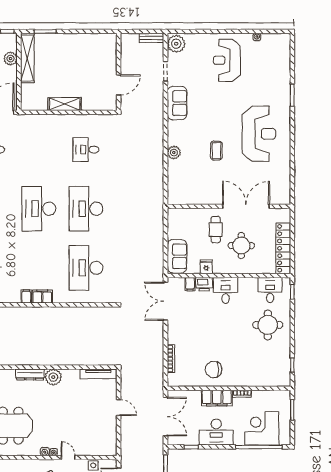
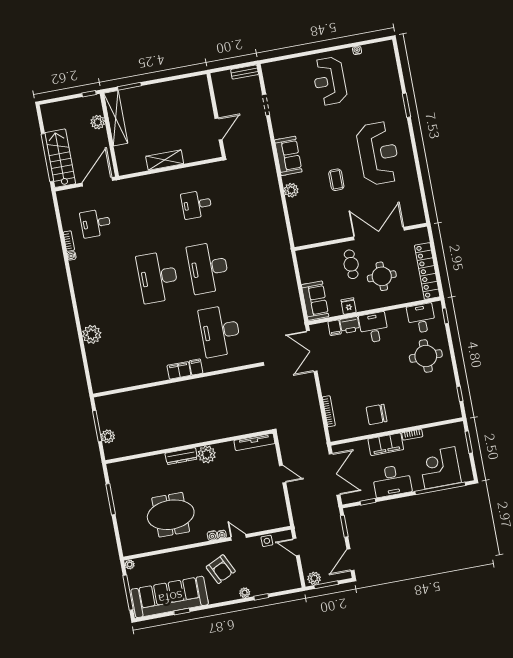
plant: (176, 44) -> (272, 73), removed
sofa: (177, 103) -> (288, 156), moved
filing cabinet: (26, 296) -> (196, 367), moved

